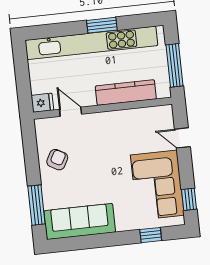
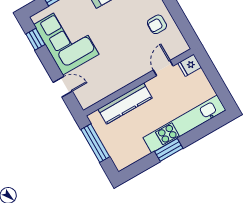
kitchen unit: (91, 43) -> (184, 124), width x0.73
door: (71, 112) -> (163, 68), swing flipped
armchair: (57, 160) -> (157, 24), turned 61

